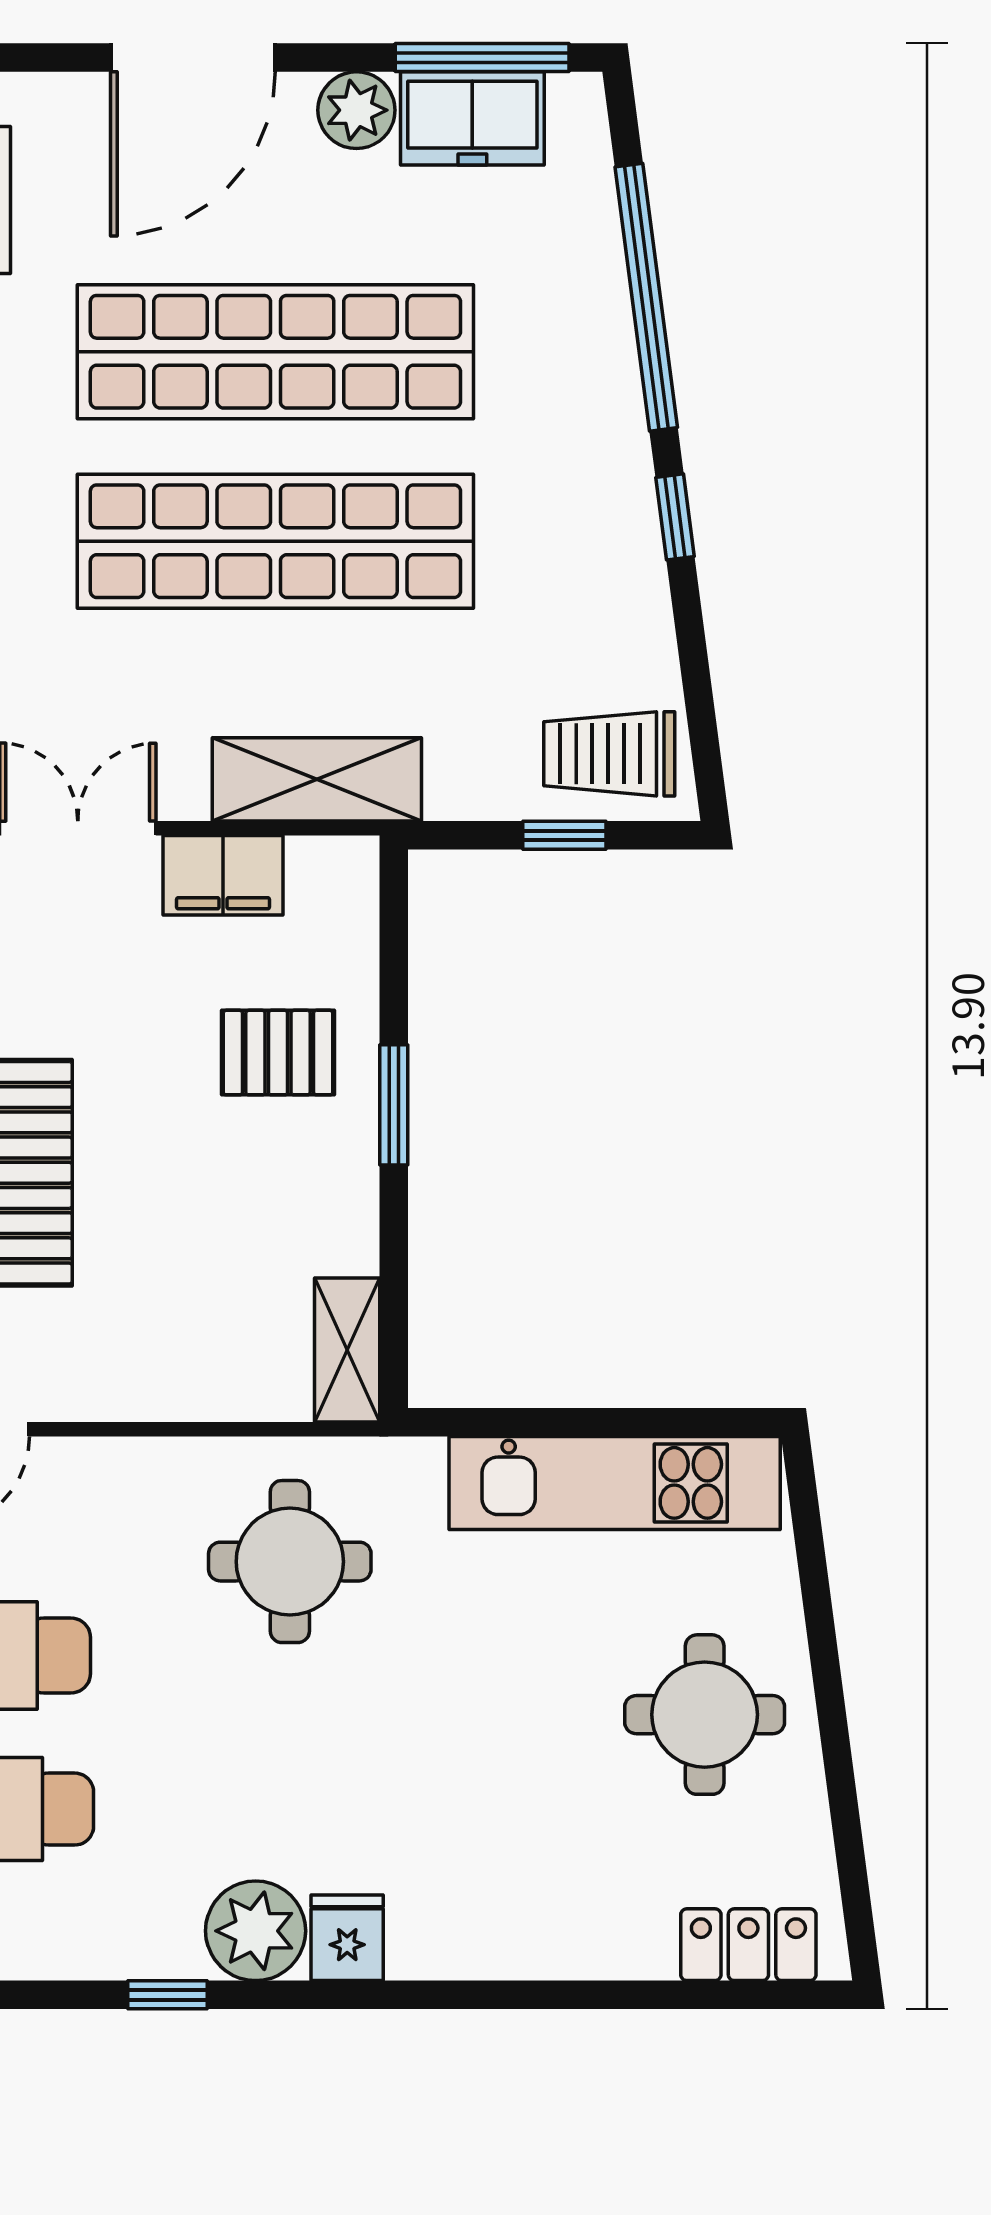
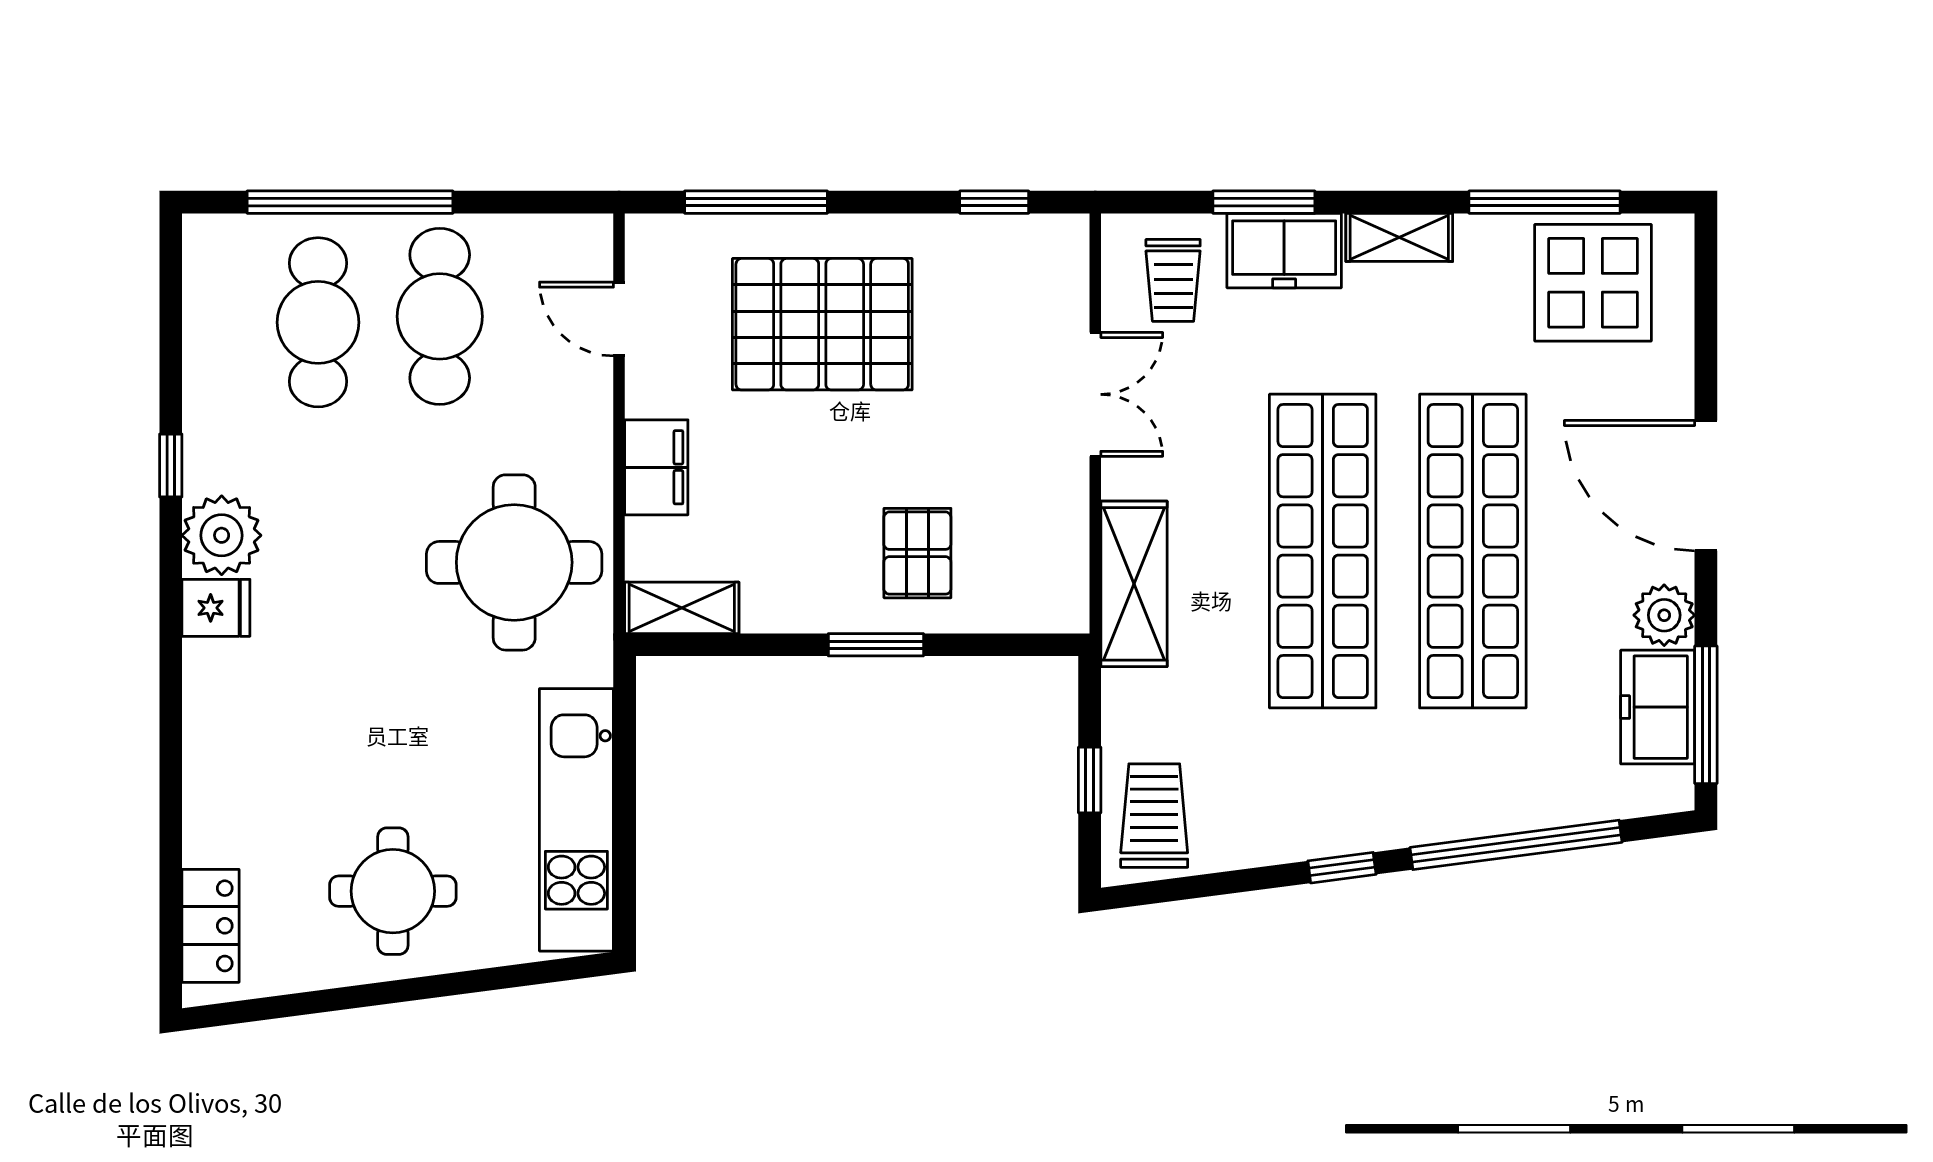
filing cabinet: (223, 875) -> (656, 467), moved, turned 180
round table: (290, 1562) -> (514, 562), width x1.36, depth x1.36

